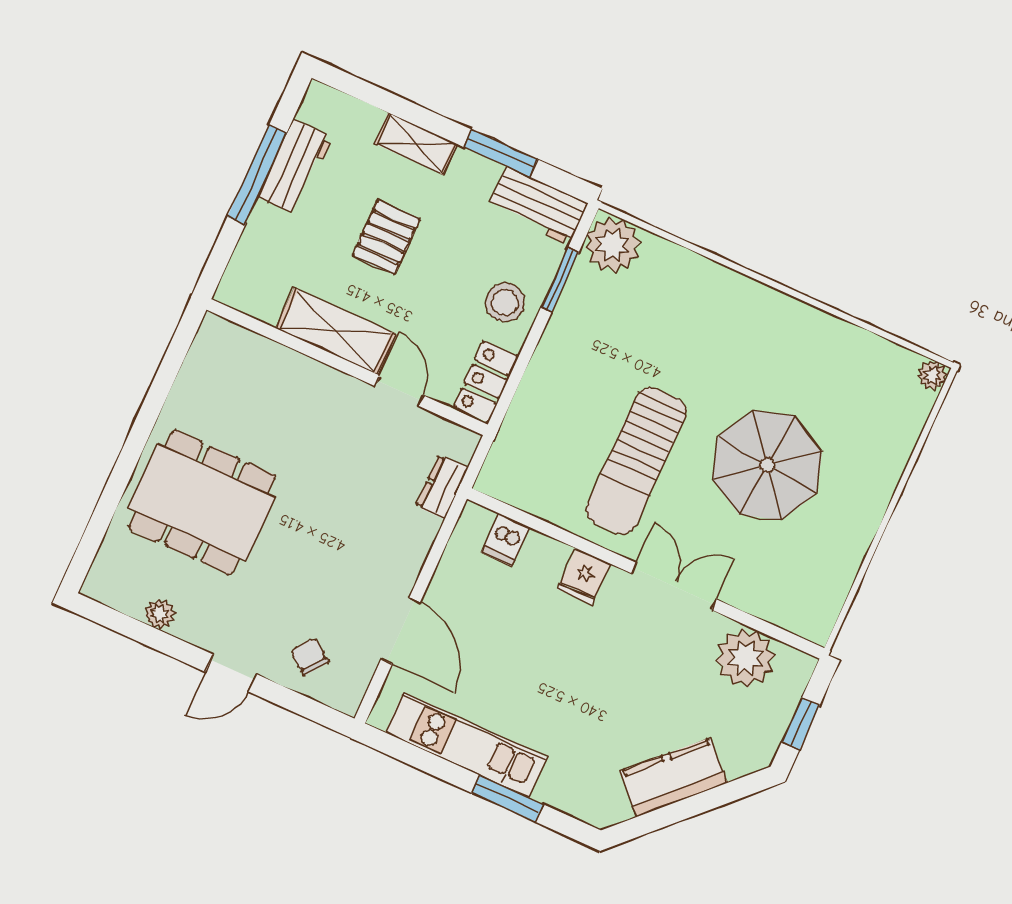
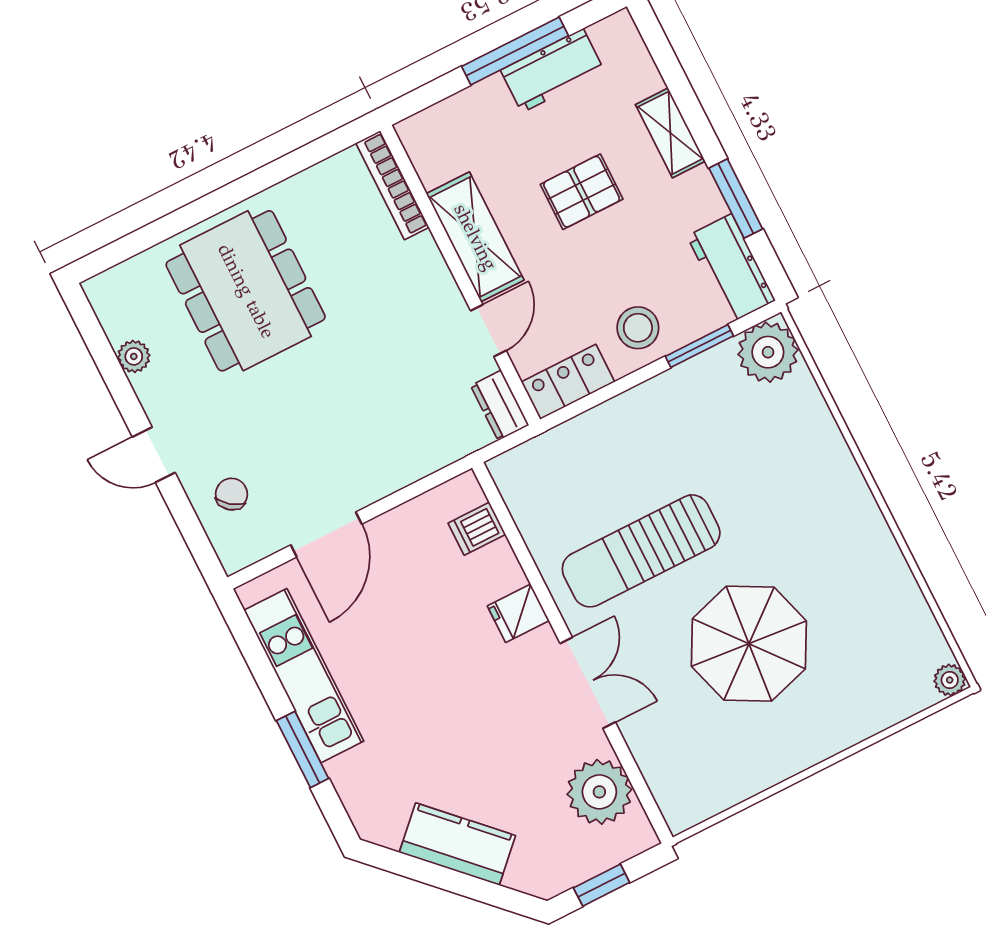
bookcase: (247, 342) -> (392, 185), added
dresser: (442, 487) -> (500, 405), moved, turned -90

